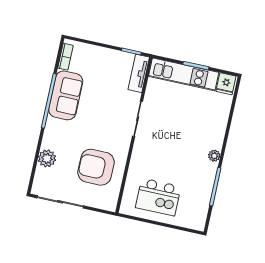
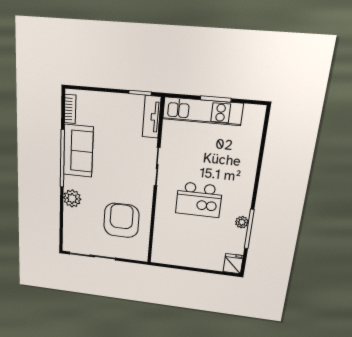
fridge: (226, 84) -> (233, 264), moved, turned 180
plant: (214, 156) -> (242, 222), moved
plant: (47, 158) -> (72, 198), moved
armchair: (96, 167) -> (121, 220), turned 90
kitchen island: (158, 197) -> (199, 200), moved

